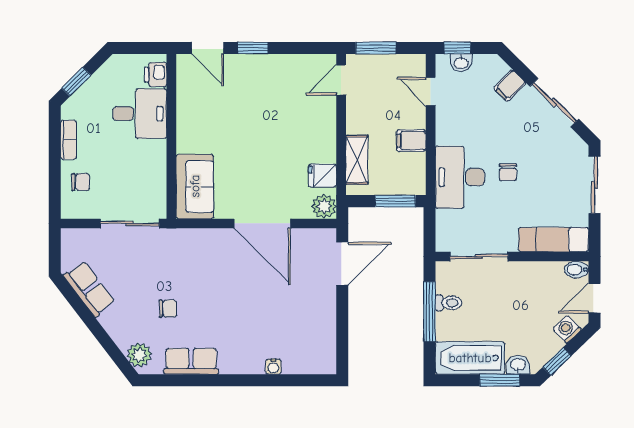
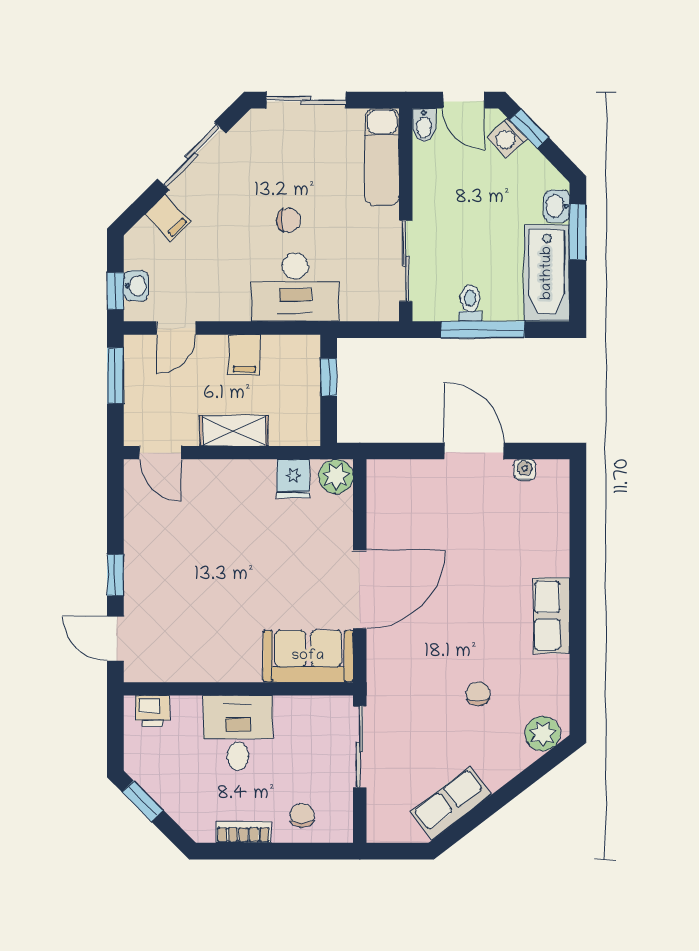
door: (208, 48) -> (115, 638), swing flipped
window: (376, 48) -> (115, 376), moved
window: (76, 82) -> (143, 801), moved
desk: (140, 114) -> (238, 733), moved
shelving: (357, 160) -> (234, 431), moved
window: (395, 201) -> (329, 377), width x0.67
door: (262, 223) -> (360, 589), moved
door: (342, 264) -> (474, 451), moved
row of seats: (191, 361) -> (552, 616), moved
window: (557, 361) -> (529, 128), moved
water cooler: (273, 367) -> (525, 470), moved, turned -90

